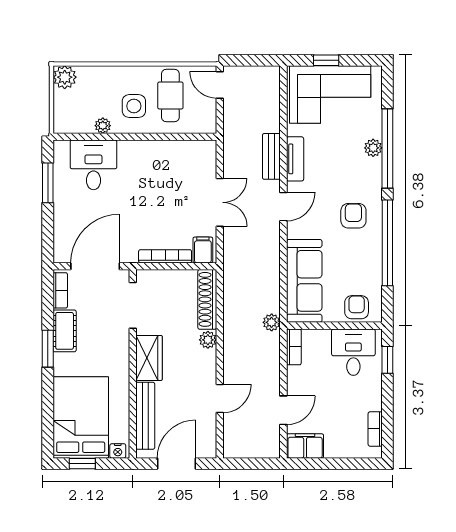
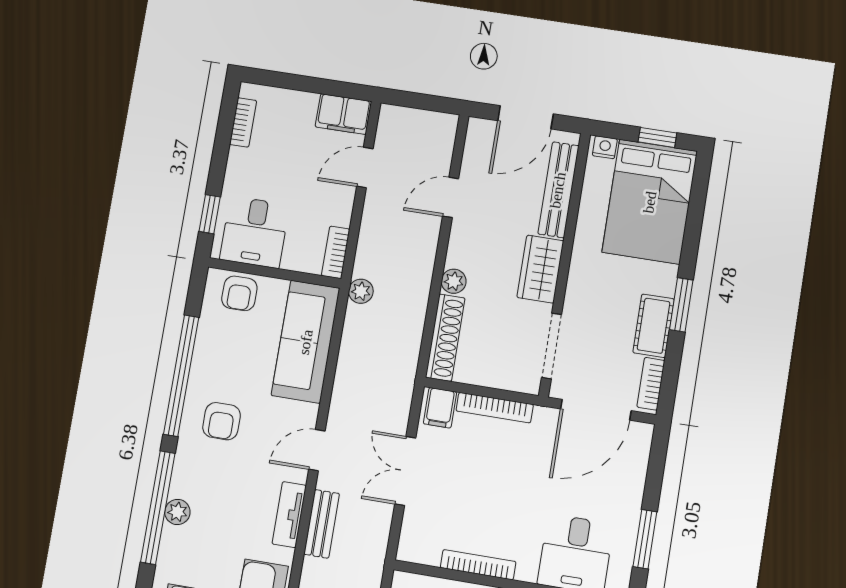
bookcase: (159, 146) -> (478, 565), added

